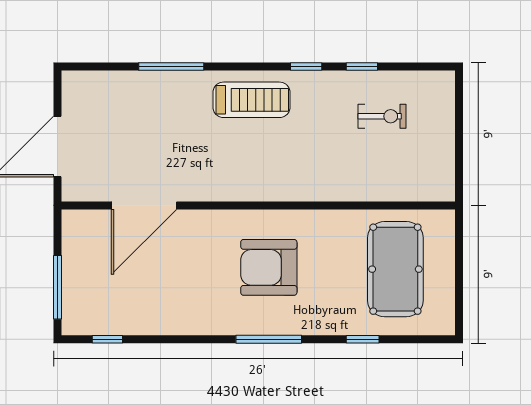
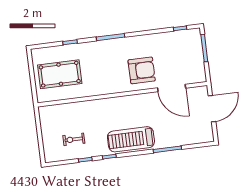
treadmill: (251, 100) -> (131, 139), width x1.37, depth x1.38
door: (144, 205) -> (172, 88), swing flipped
armchair: (269, 267) -> (142, 70), moved
pool table: (395, 269) -> (60, 74), turned 90

